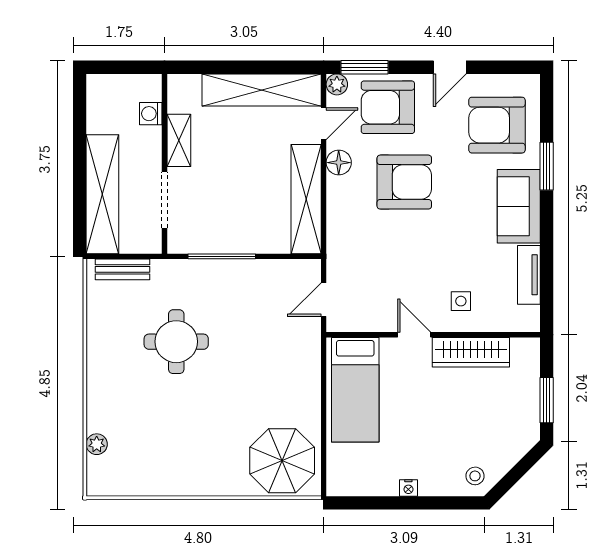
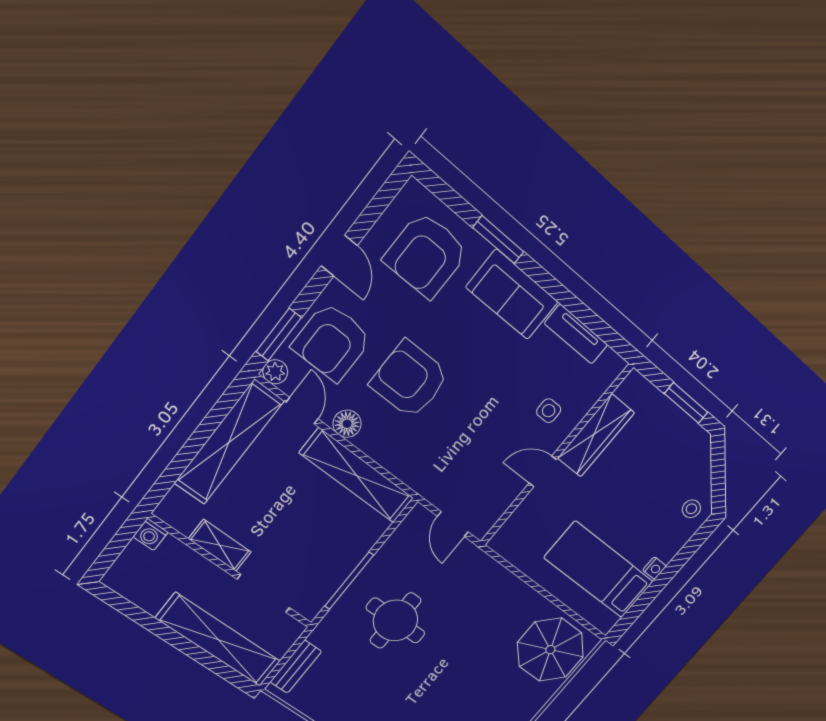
washing machine: (151, 114) -> (150, 534), moved
armchair: (404, 182) -> (410, 380), turned -90
round table: (176, 342) -> (395, 620), moved
bed: (355, 390) -> (599, 570), moved, turned 180

